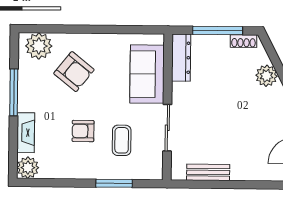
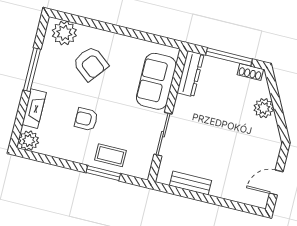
coffee table: (122, 140) -> (110, 155), moved, turned 90

